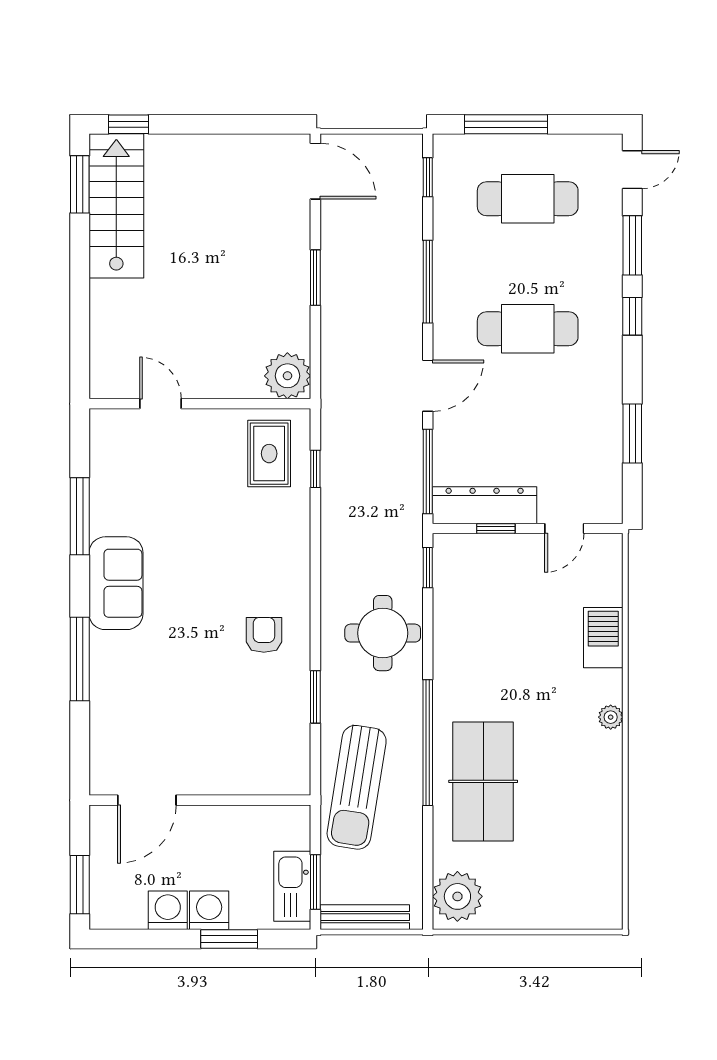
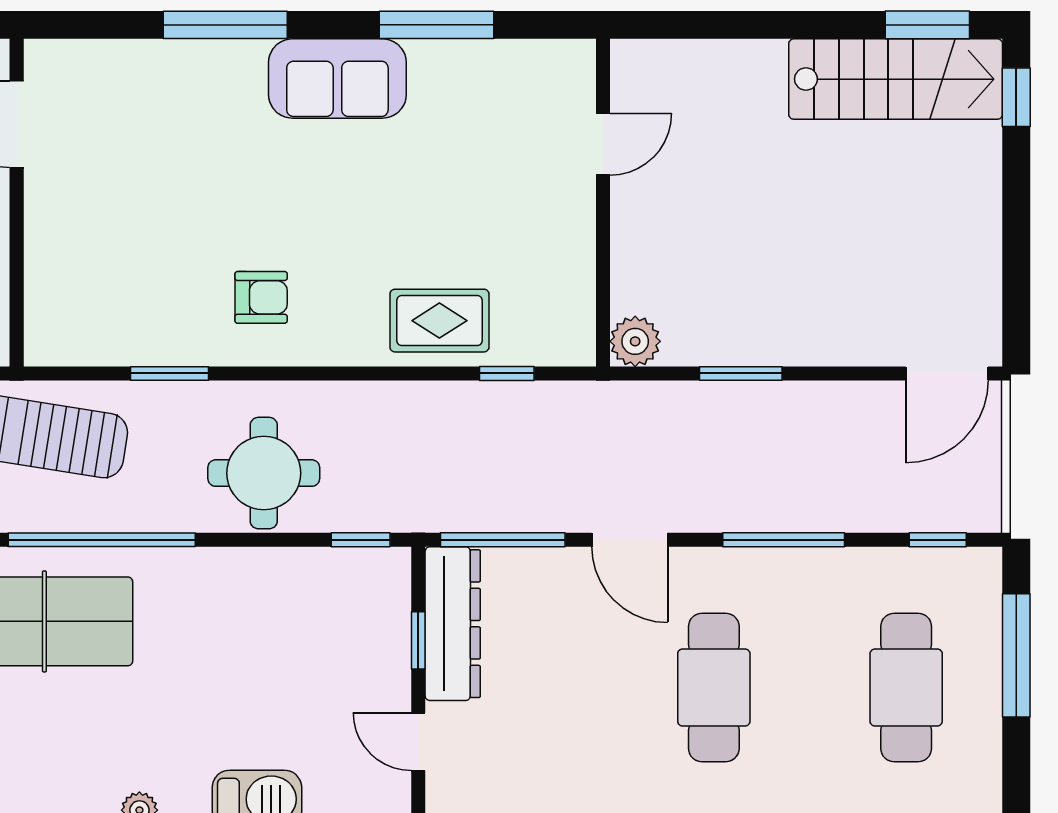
window: (315, 278) -> (741, 373), moved
plant: (287, 376) -> (635, 341), width x0.73, depth x0.73
rug: (269, 454) -> (439, 321), moved

